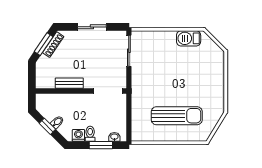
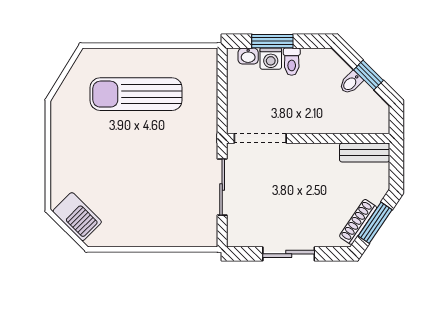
barbecue: (189, 38) -> (77, 217), moved, turned 45
sliding door: (129, 51) -> (222, 187), moved
bench: (69, 83) -> (365, 153), moved
washing machine: (78, 135) -> (271, 59), moved

